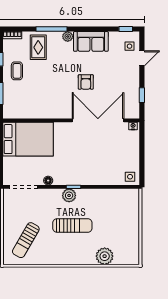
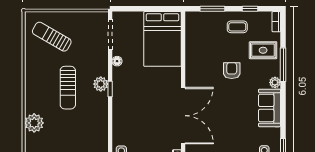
armchair: (86, 82) -> (232, 71), moved, turned 90

